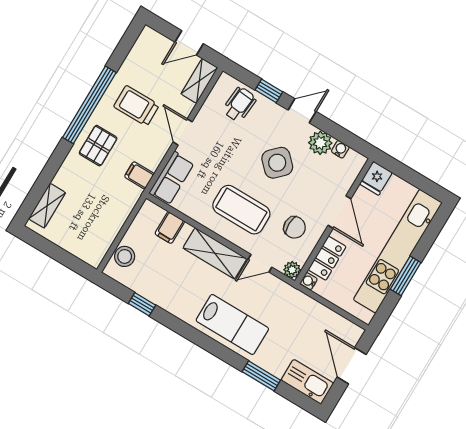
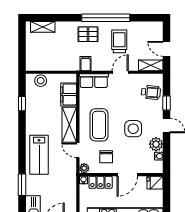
side table: (277, 163) -> (133, 129), turned 45
filing cabinet: (170, 228) -> (69, 95), width x2.00

